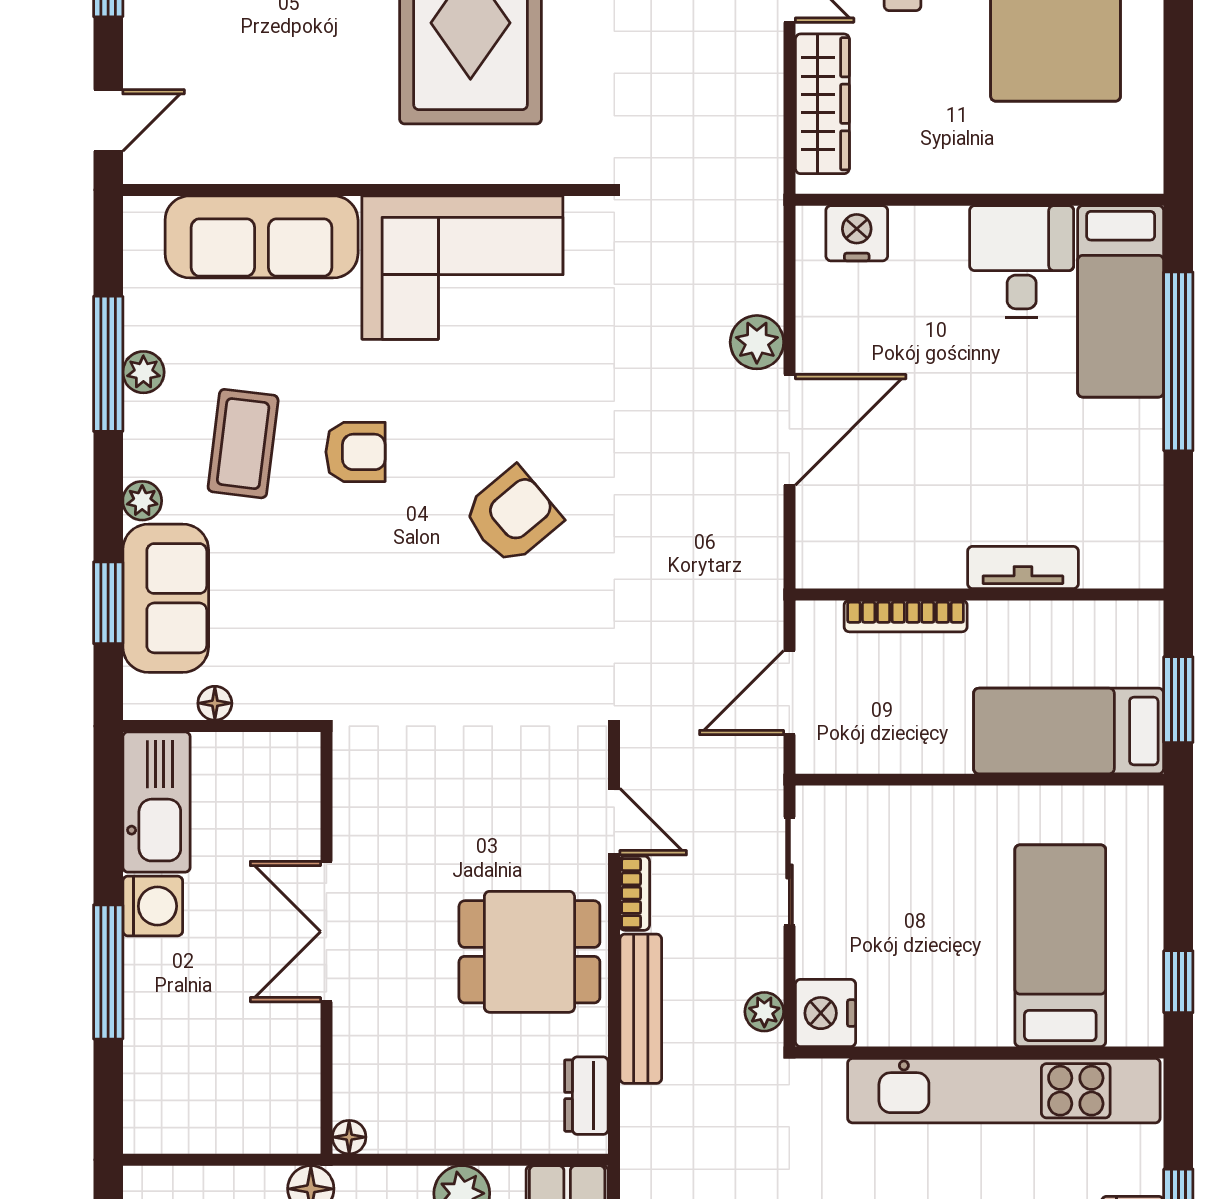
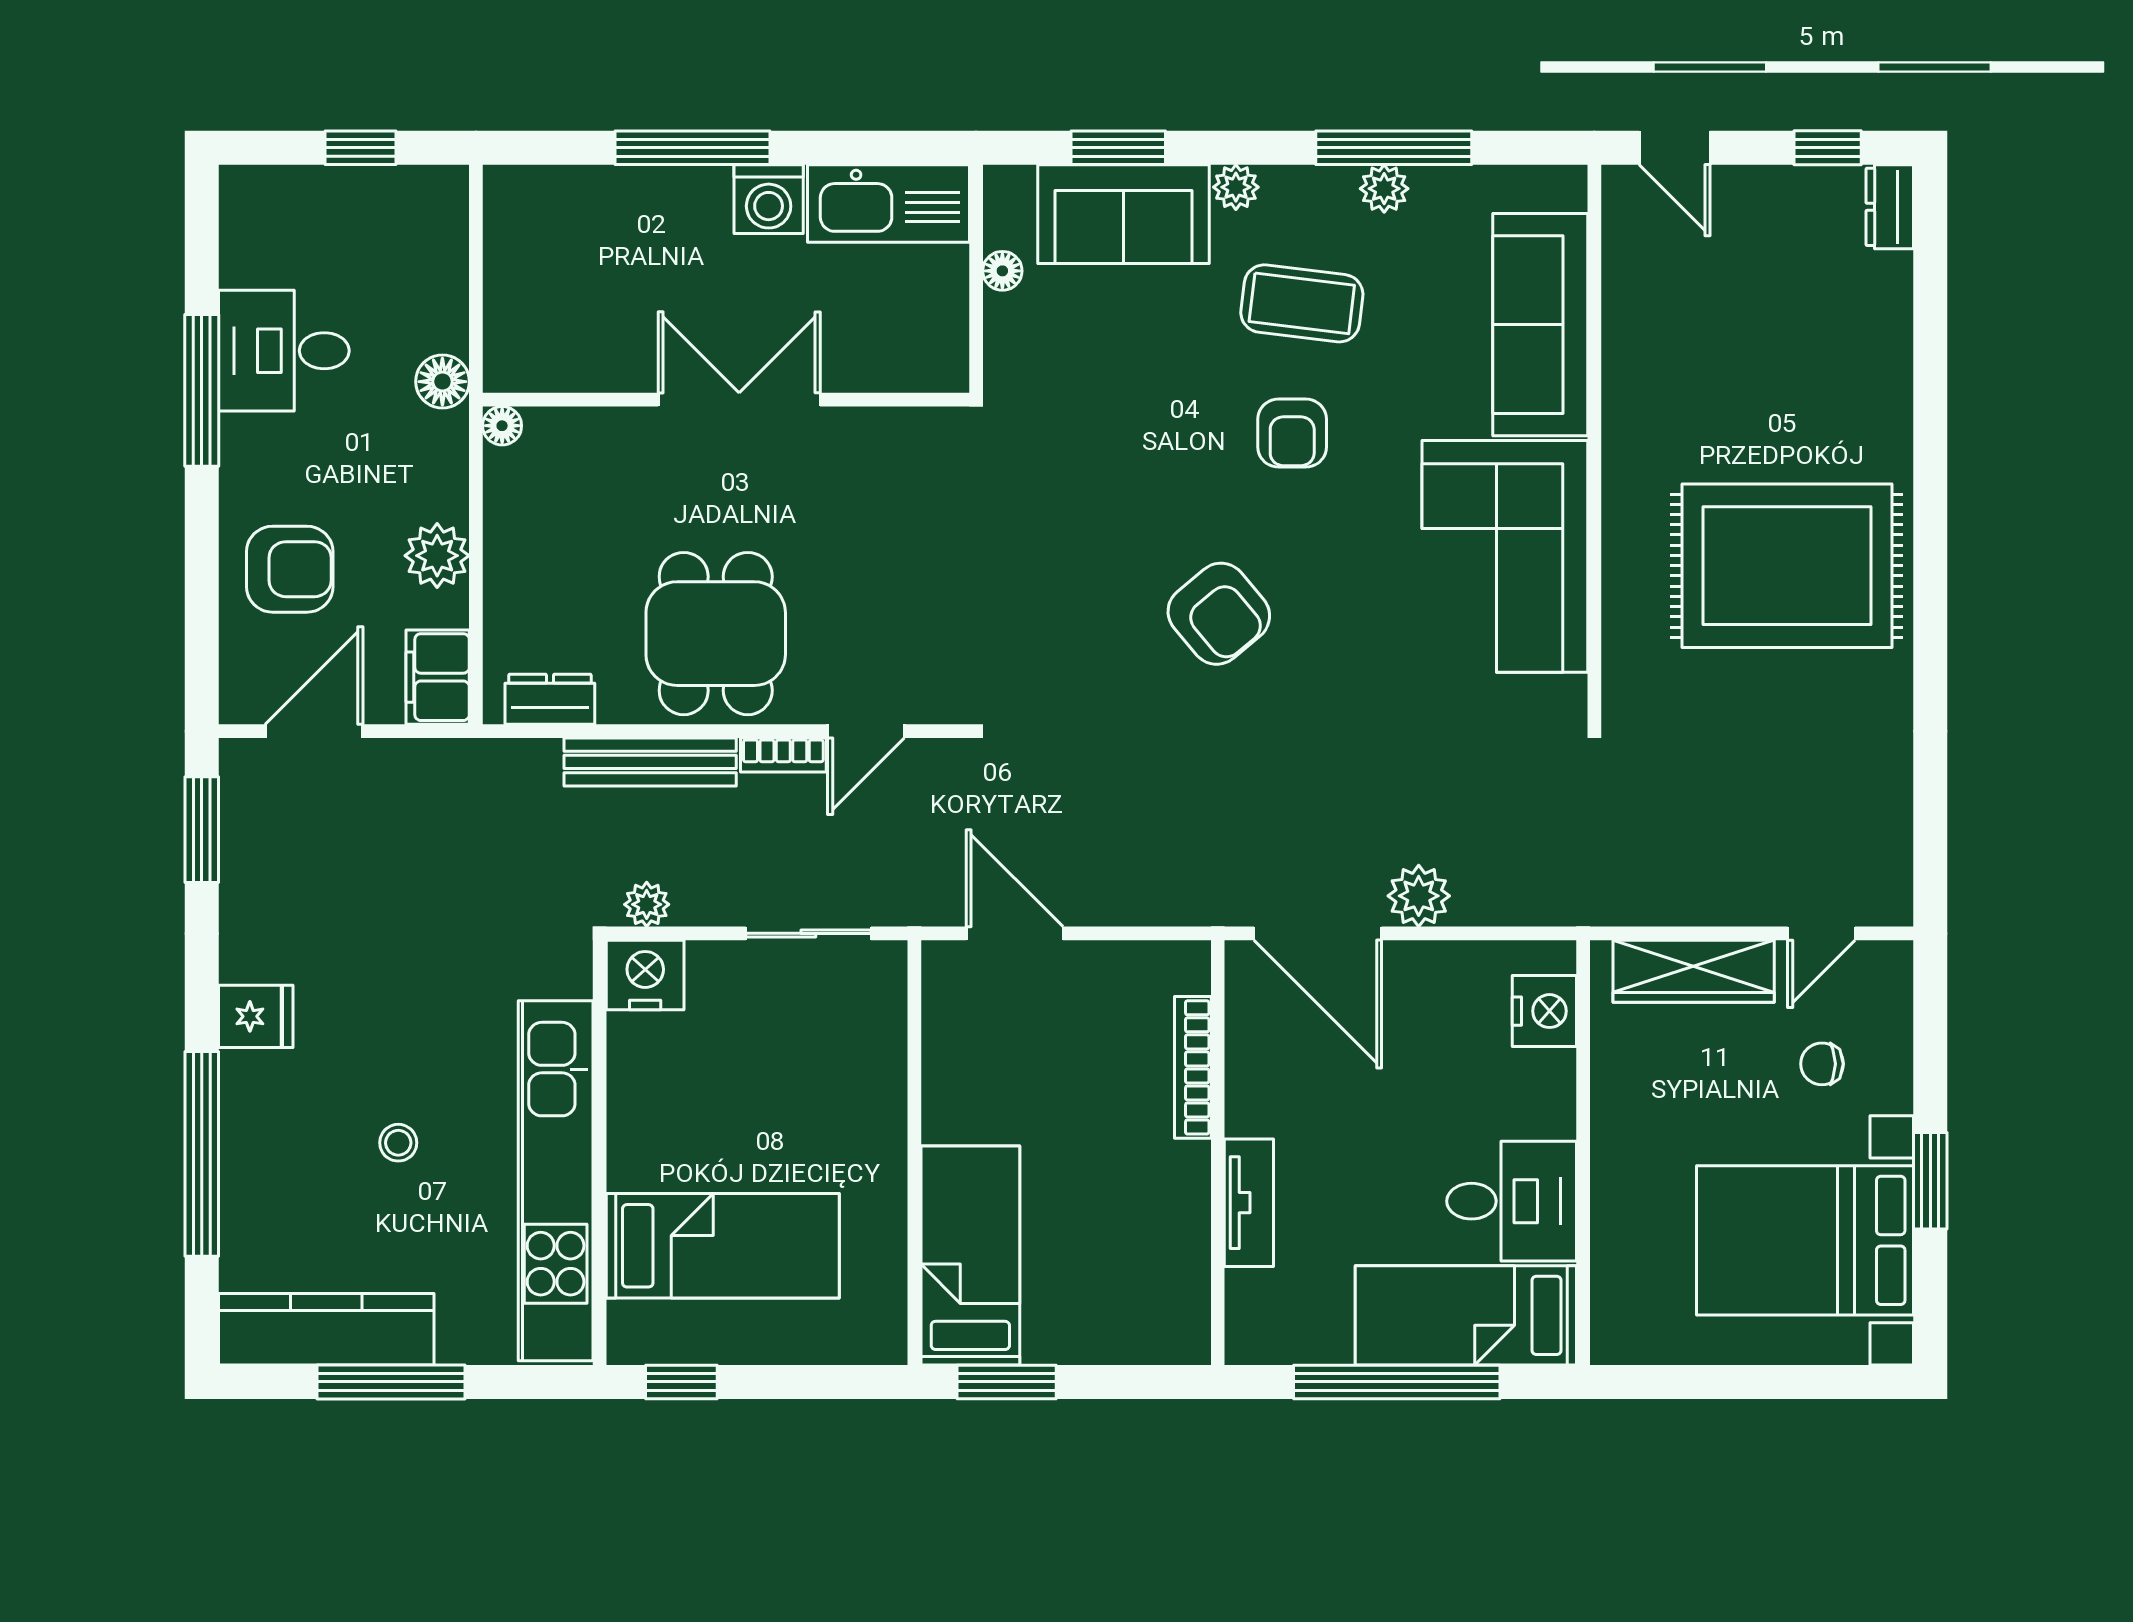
tv unit: (1023, 567) -> (1249, 1203), moved
wall: (980, 594) -> (1218, 1153), moved
bookcase: (906, 616) -> (1193, 1067), moved

